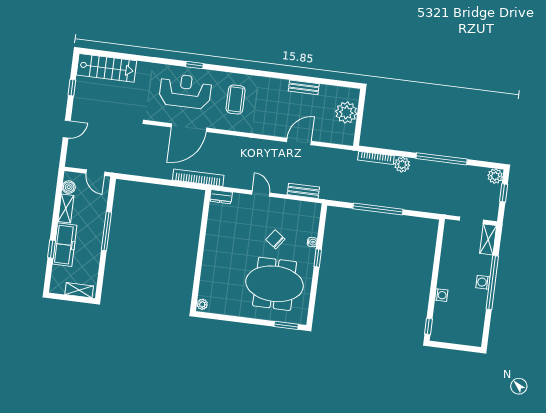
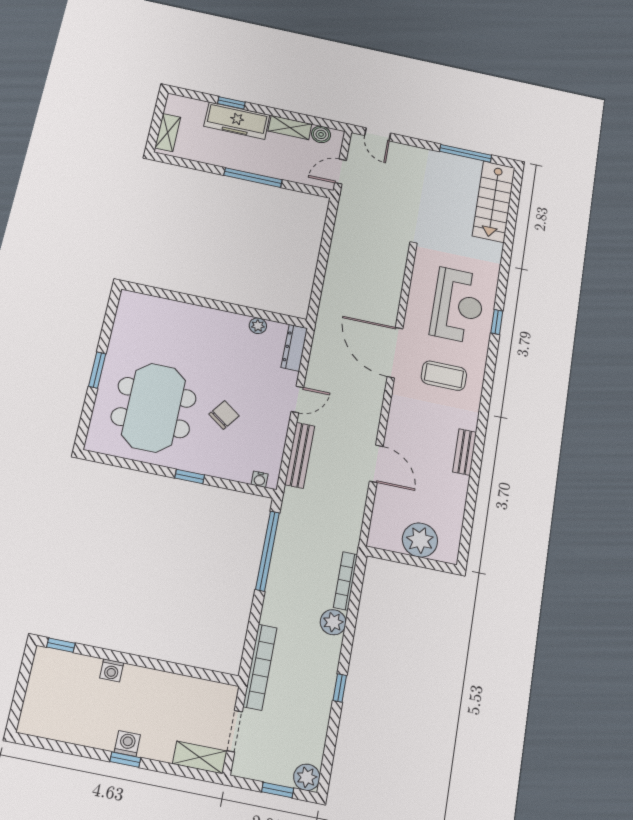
bench: (304, 87) -> (465, 452), moved
window: (72, 88) -> (466, 153), width x2.17
door: (189, 128) -> (395, 353), moved
door: (67, 129) -> (378, 134), moved
window: (442, 159) -> (340, 688), width x0.32
bookcase: (198, 178) -> (260, 667), moved
bench: (303, 191) -> (300, 455), width x1.36
dresser: (221, 197) -> (294, 348), width x1.44
window: (378, 209) -> (267, 551), moved
water cooler: (312, 242) -> (260, 479), moved
window: (492, 283) -> (125, 760), width x0.32
plant: (202, 304) -> (258, 326), moved
window: (286, 325) -> (97, 370), moved

